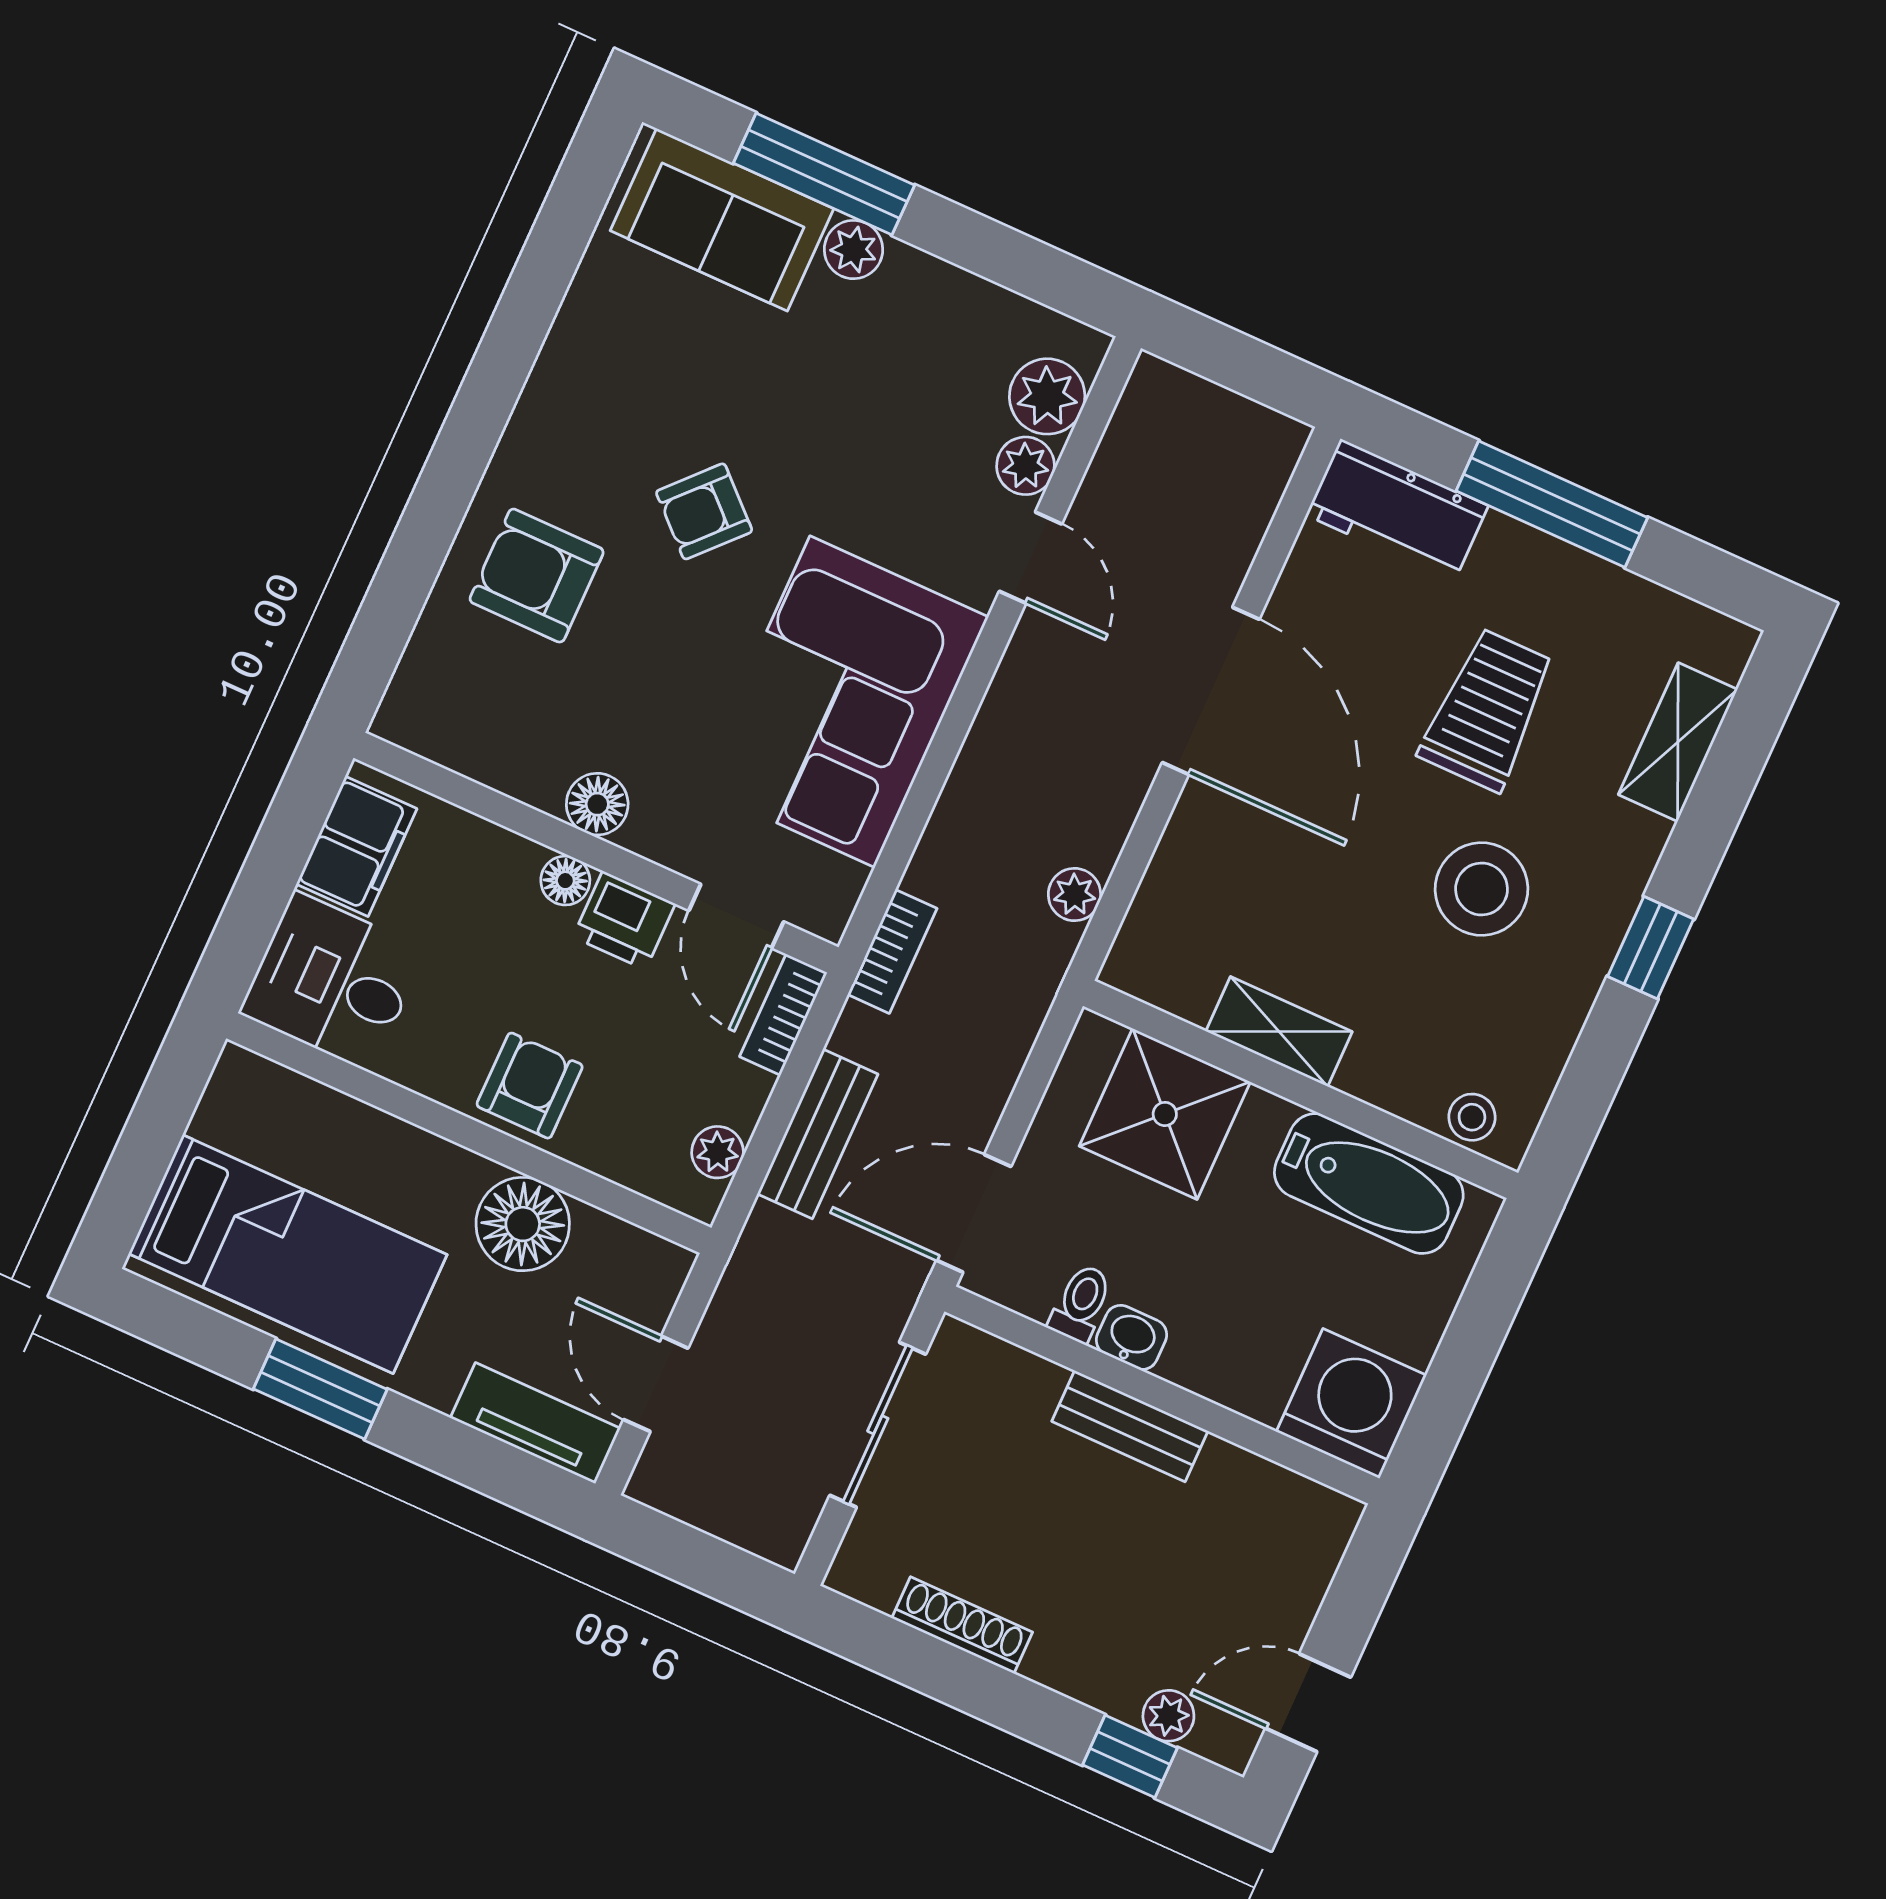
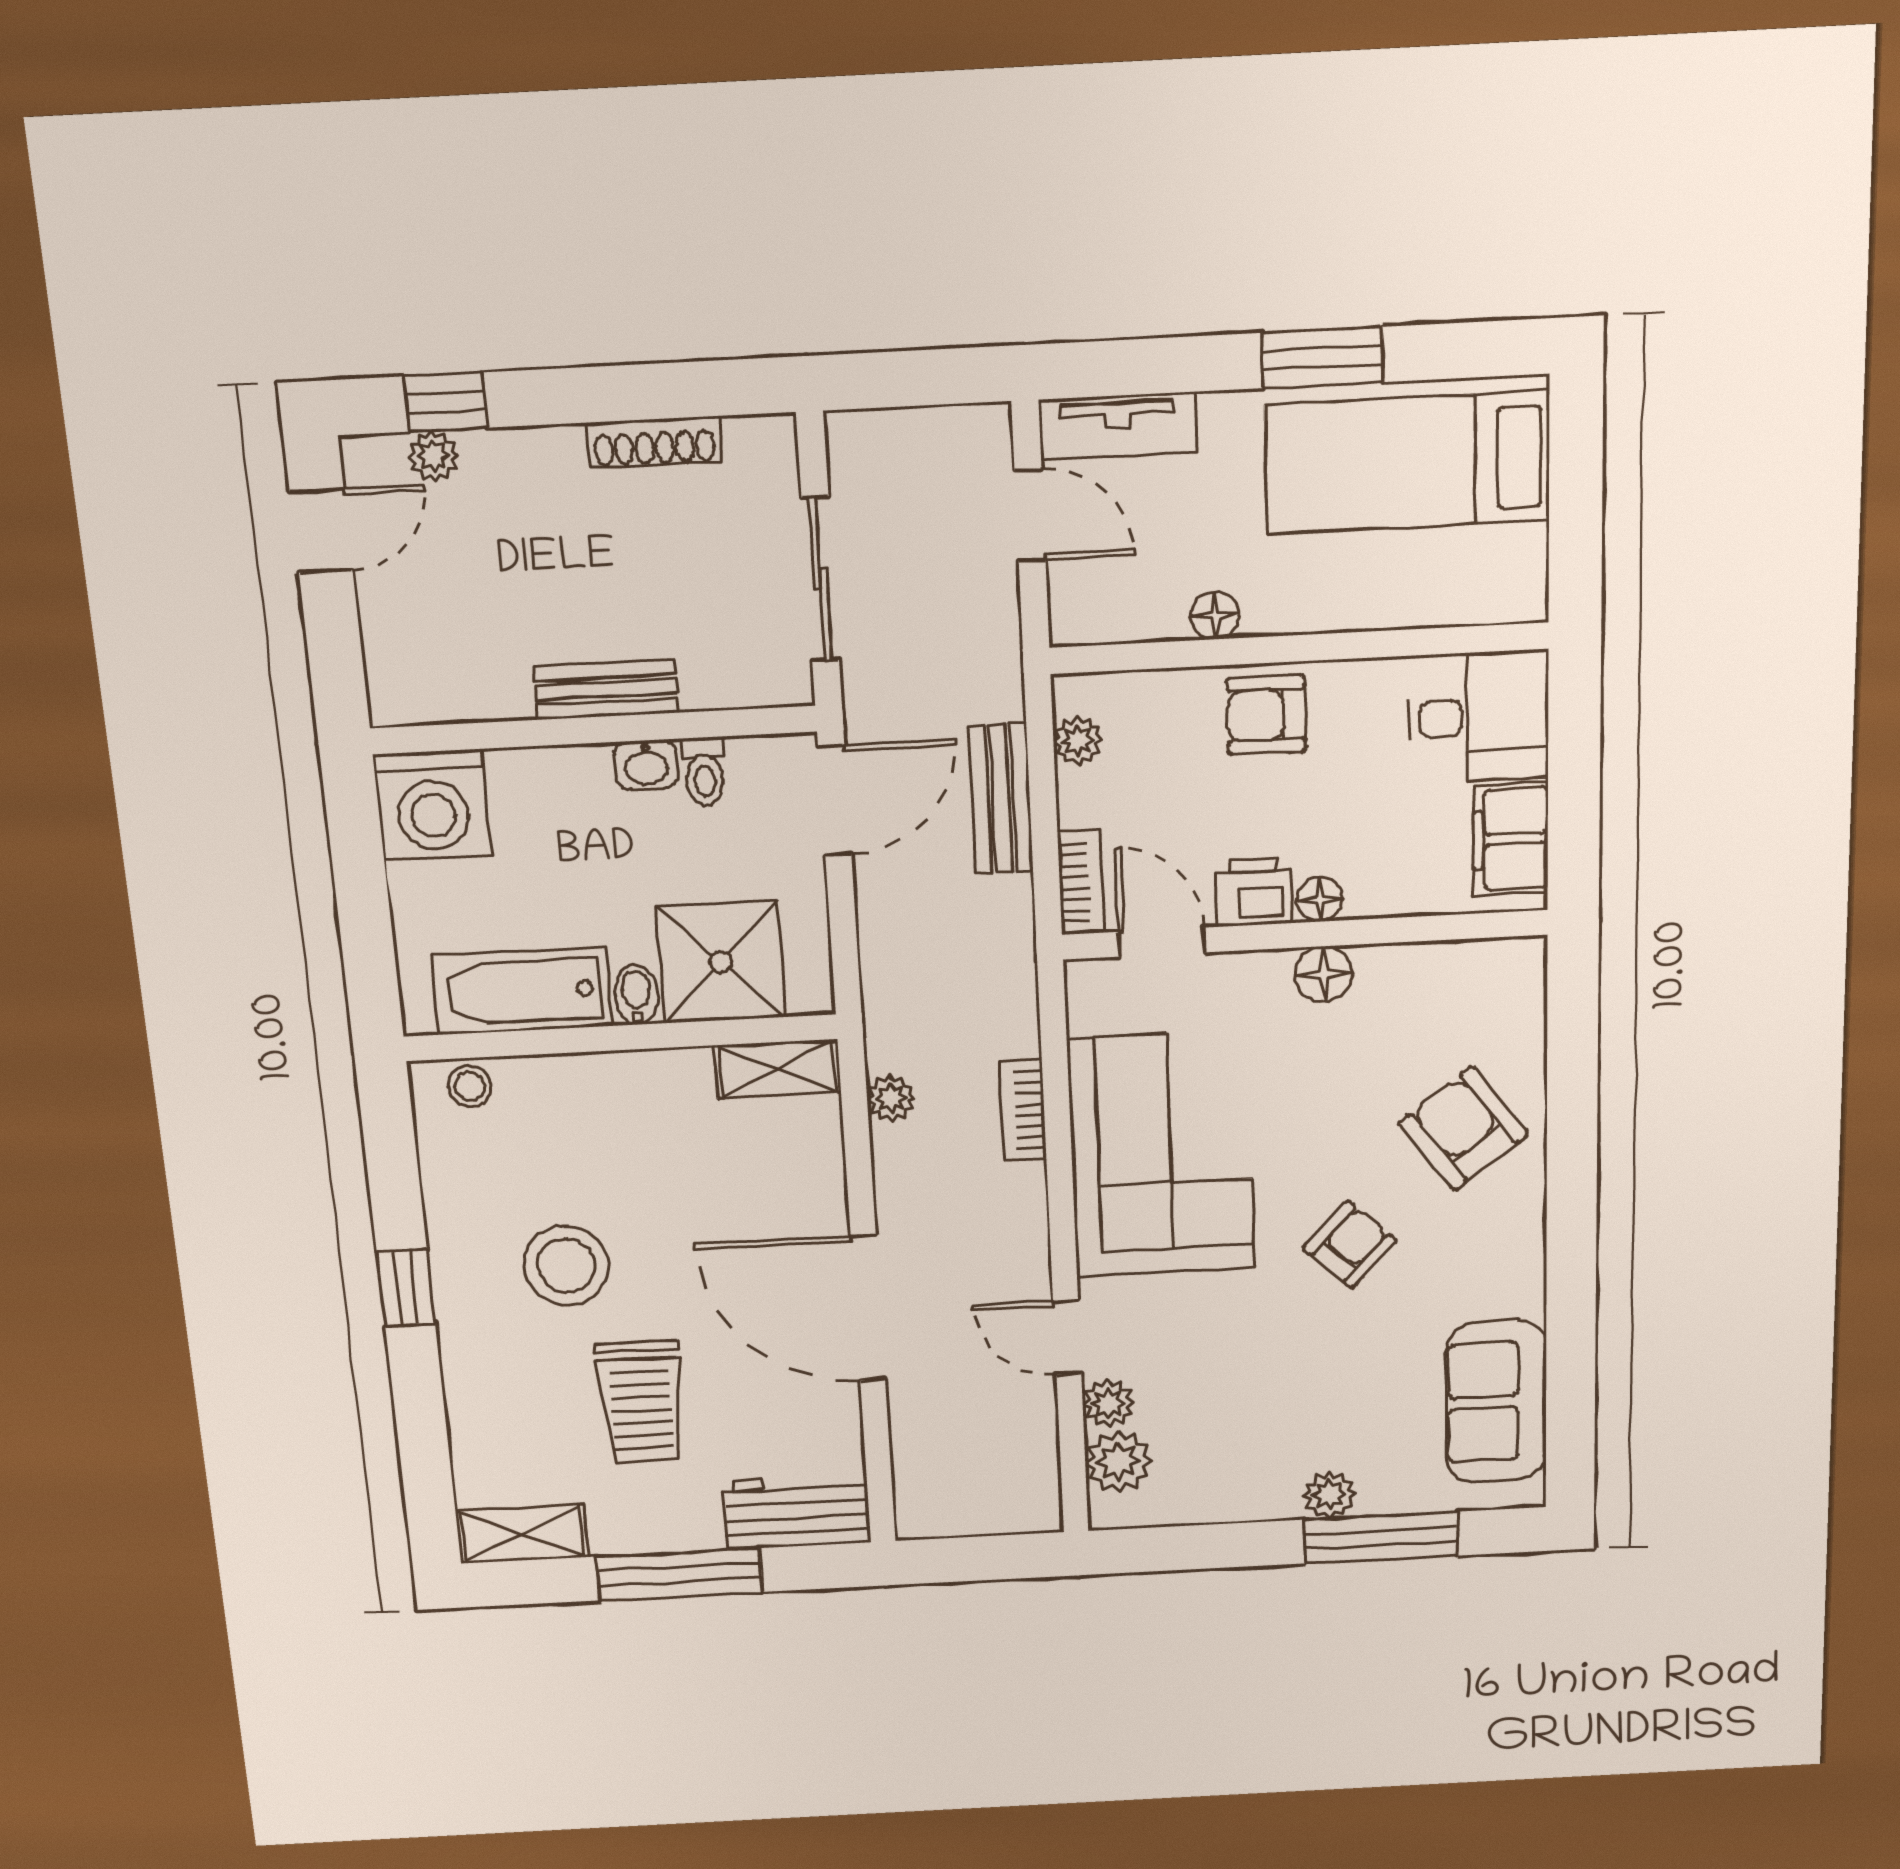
sofa: (722, 220) -> (1496, 1402), moved, turned -90
armchair: (537, 576) -> (1463, 1129), turned -127
shelving: (1678, 742) -> (522, 1534), moved, turned 90
bookcase: (892, 951) -> (1023, 1110), moved
shelving: (1279, 1031) -> (778, 1069), moved
armchair: (530, 1086) -> (1267, 715), turned 90
bidet: (1262, 1124) -> (636, 995), added
floor lamp: (523, 1224) -> (1215, 616), width x0.53, depth x0.53

